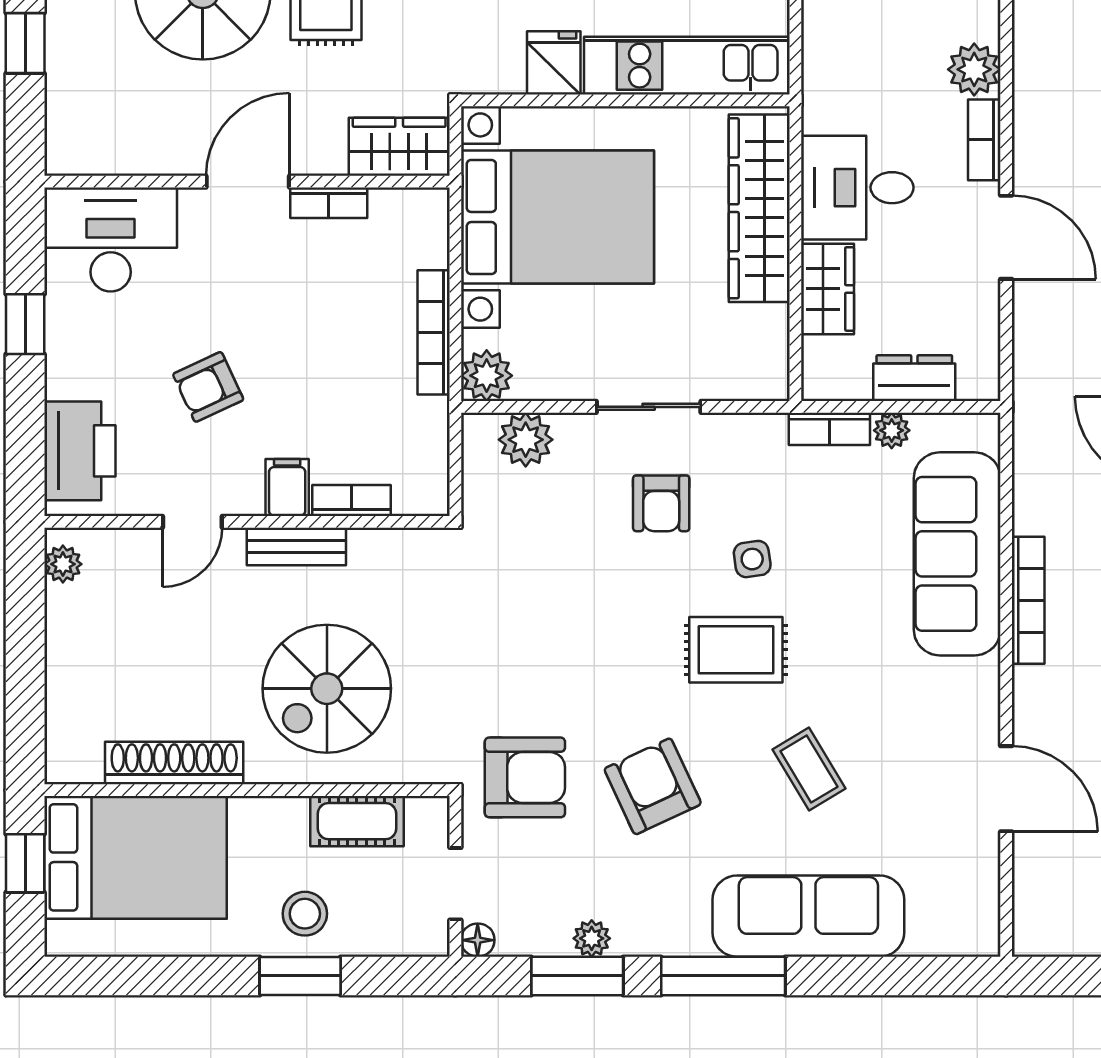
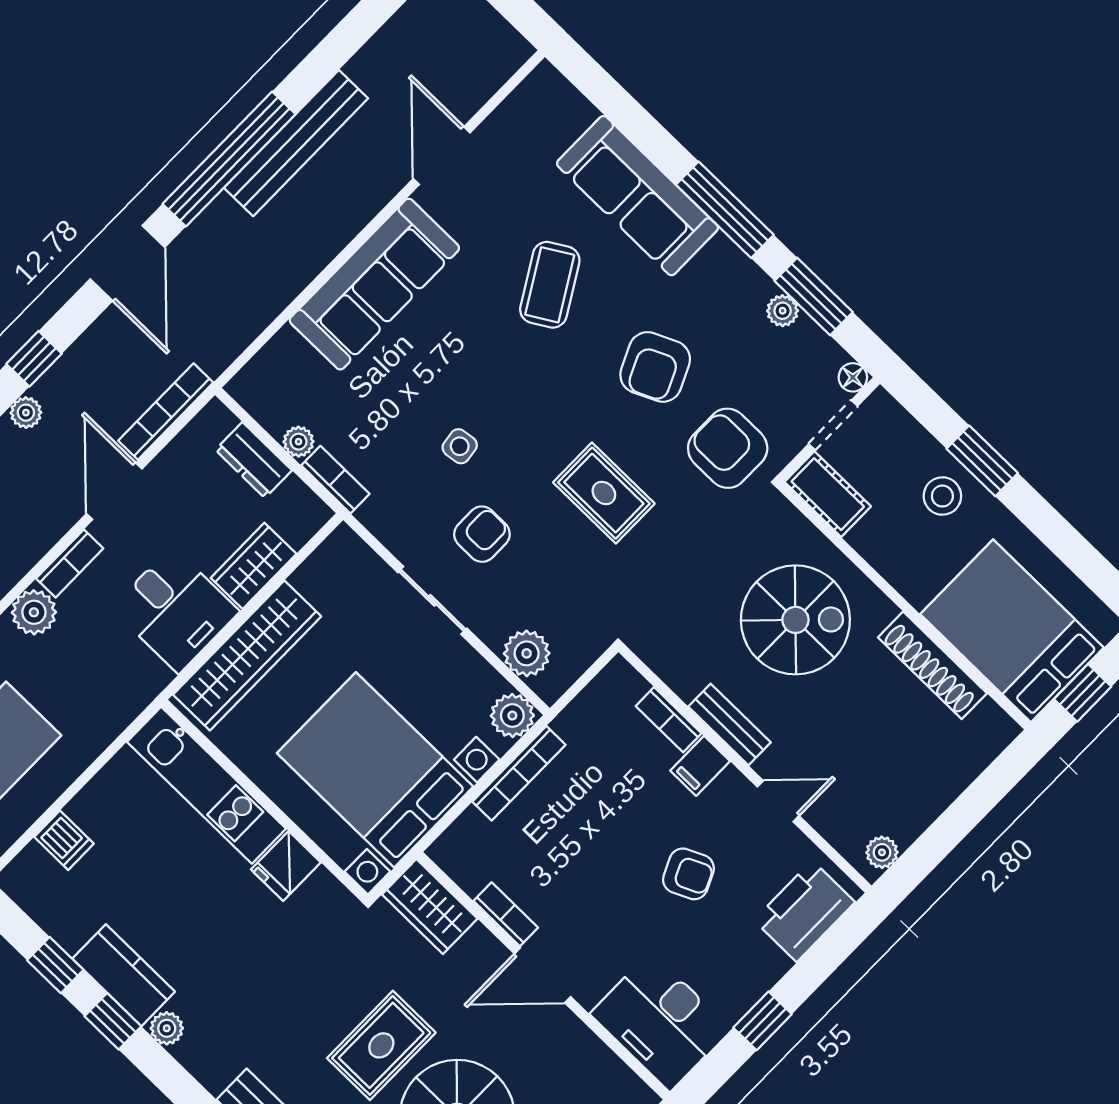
sofa: (957, 554) -> (374, 284), moved
bookcase: (1028, 600) -> (166, 412), moved
rug: (736, 650) -> (604, 493), moved
coffee table: (809, 769) -> (550, 285), width x1.36, depth x1.30
cot: (357, 821) -> (828, 494), moved

